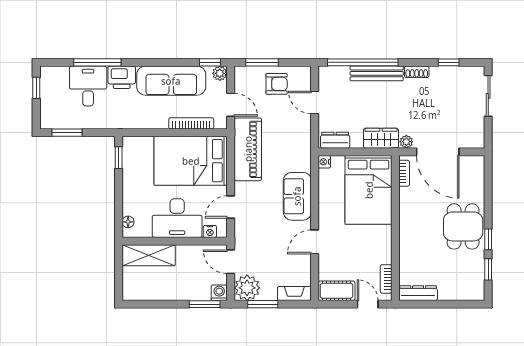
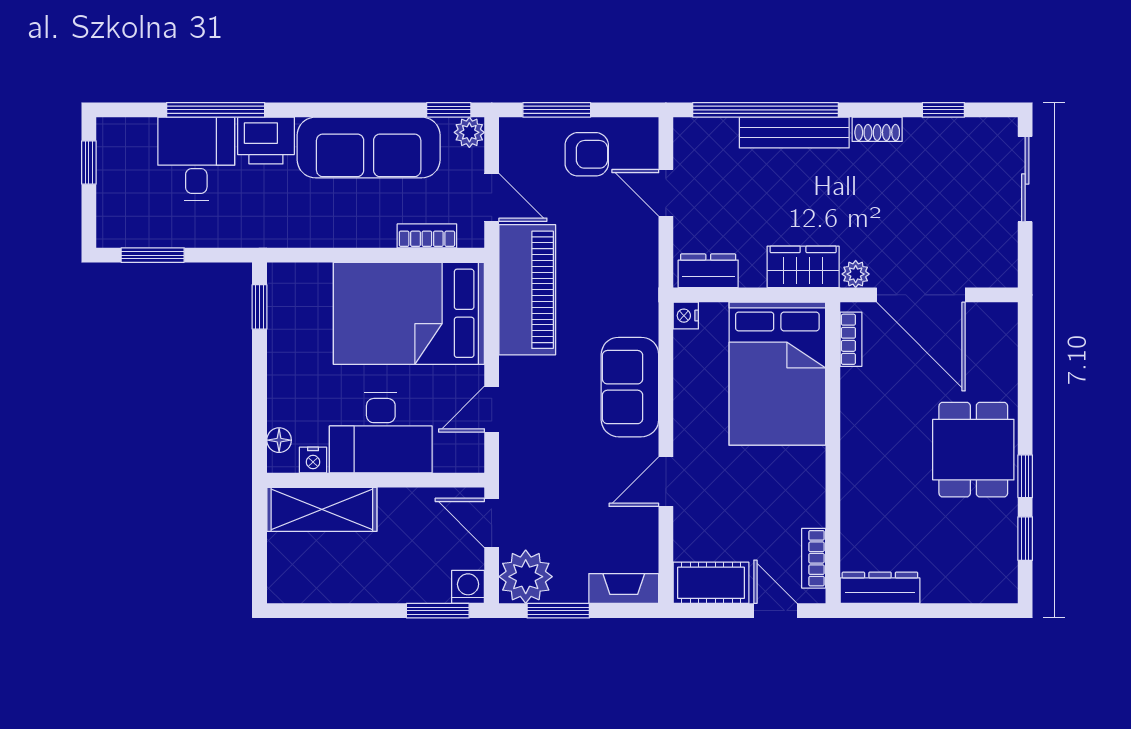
bookcase: (191, 123) -> (427, 236), width x0.64
nightstand: (210, 231) -> (313, 460), moved

